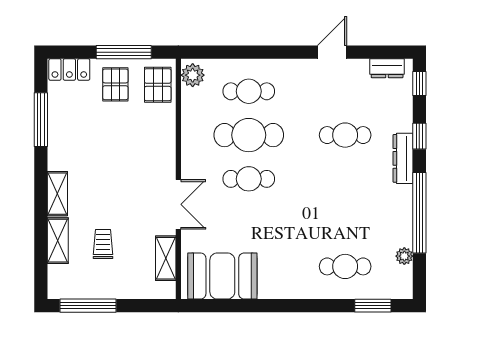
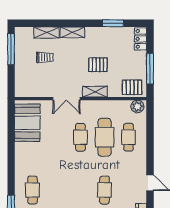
pallet: (115, 84) -> (98, 65), moved
window: (41, 120) -> (113, 23), width x0.69
shelving: (166, 258) -> (95, 92), moved

